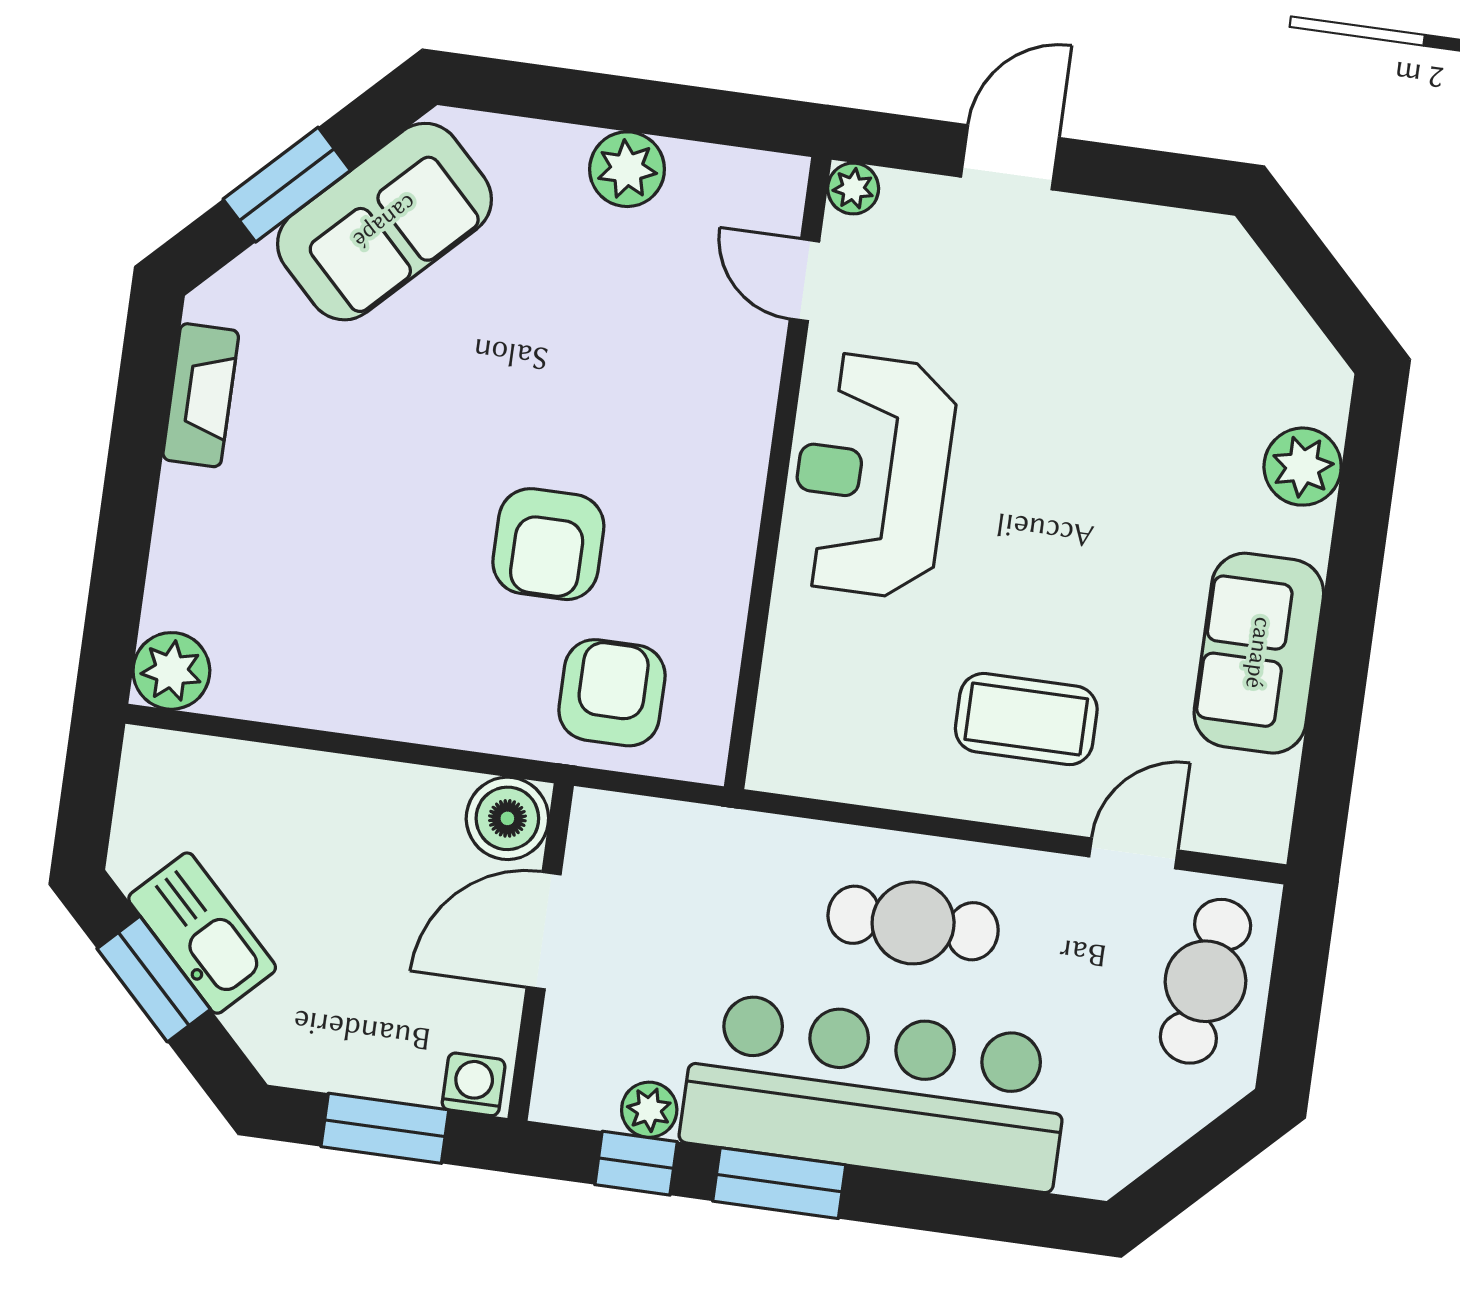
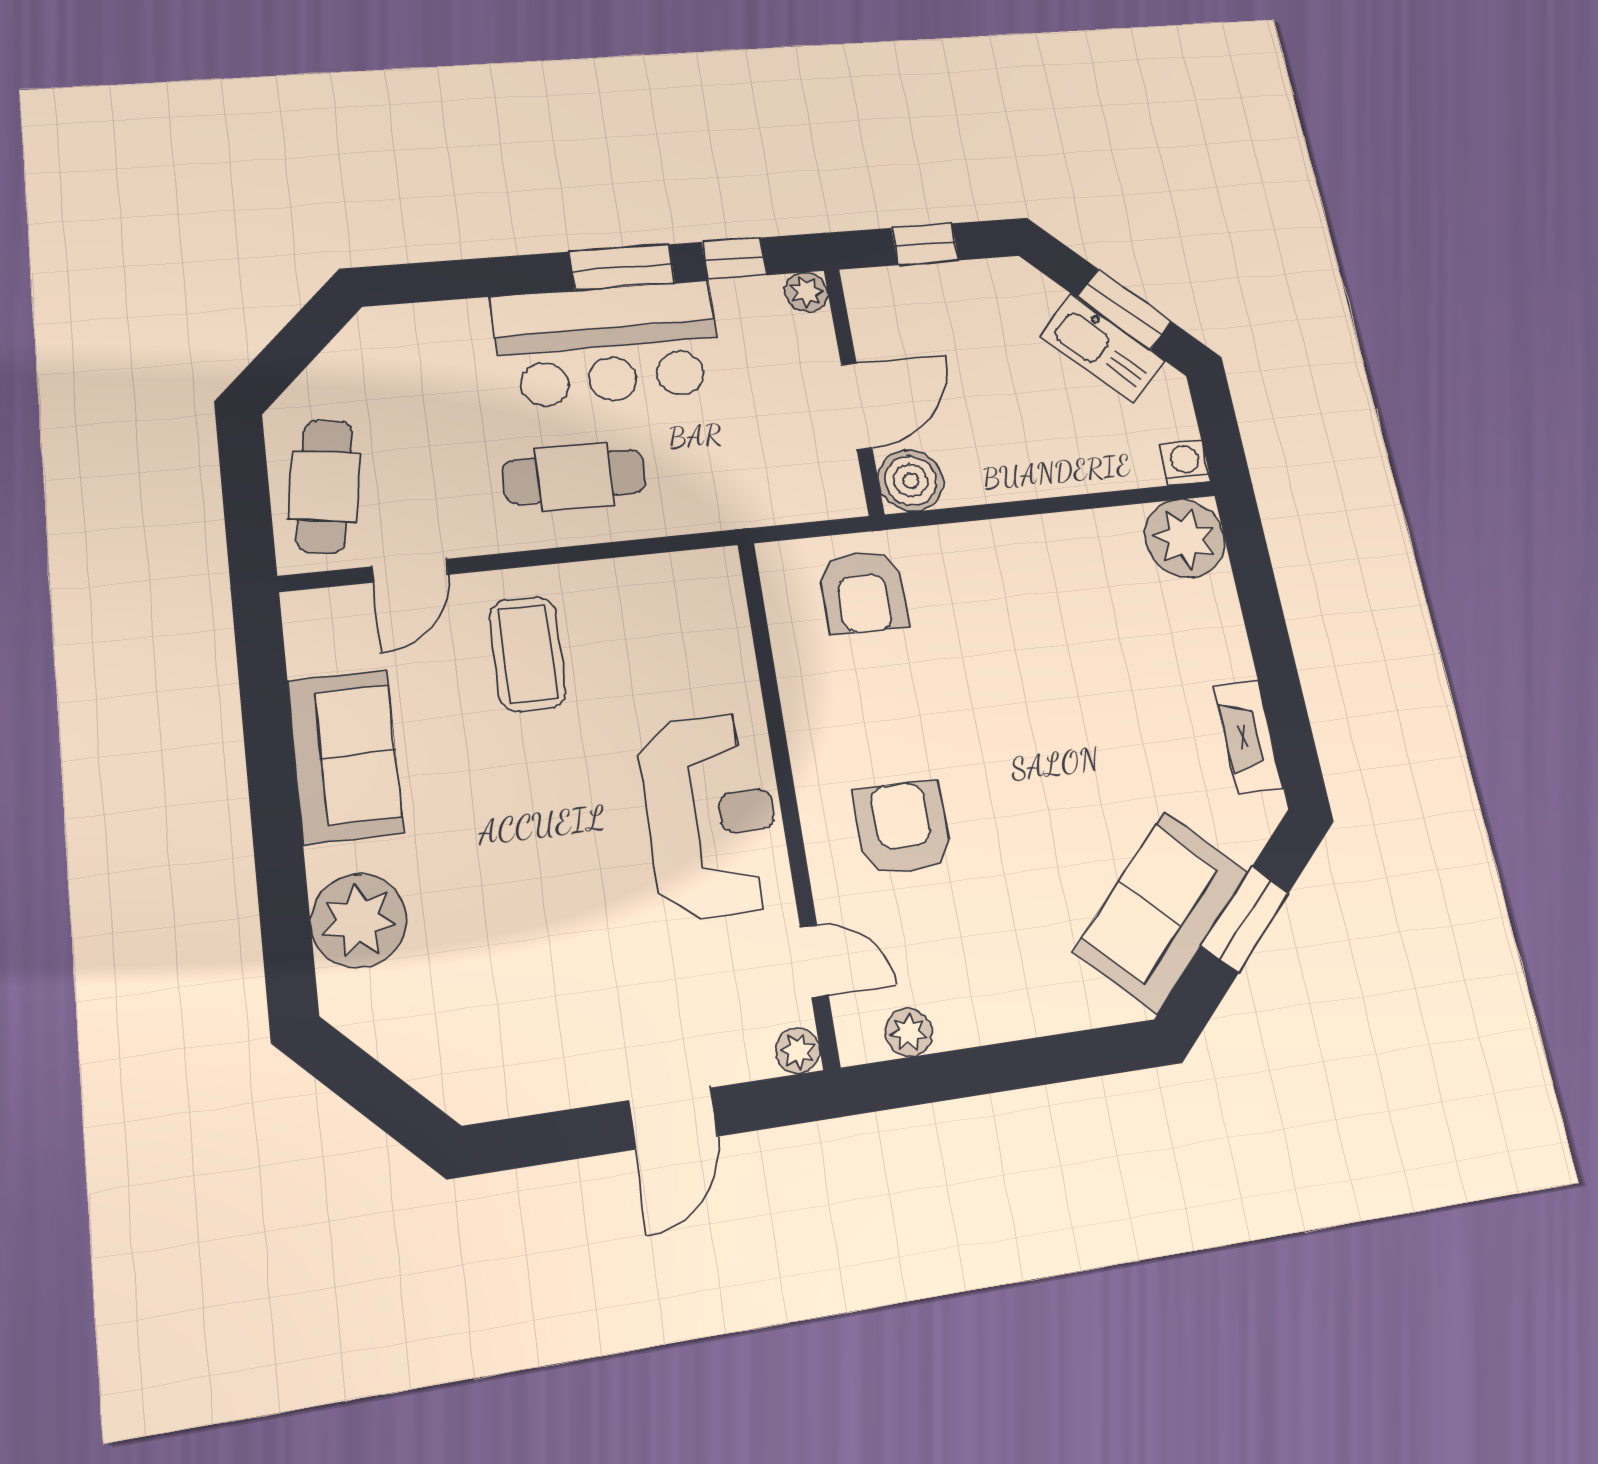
plant: (627, 169) -> (909, 1033), moved, width x0.73, depth x0.73
plant: (1303, 467) -> (359, 921), width x1.36, depth x1.36
armchair: (548, 544) -> (903, 828), moved
plant: (171, 671) -> (1185, 538), width x1.36, depth x1.36
coffee table: (1026, 719) -> (528, 654), turned 90
washing machine: (474, 1084) -> (1185, 463), moved, turned 180
bar counter: (876, 1091) -> (608, 344), width x0.73
plant: (649, 1110) -> (806, 292), moved
window: (385, 1128) -> (925, 244), width x0.67

